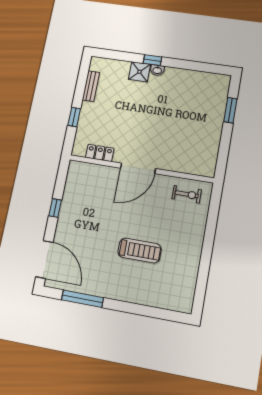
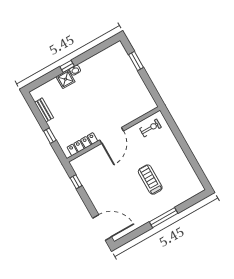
locker: (100, 153) -> (82, 144), width x1.53
window: (55, 208) -> (76, 182), moved
treadmill: (140, 251) -> (150, 180), turned -90
window: (82, 299) -> (164, 218), moved

